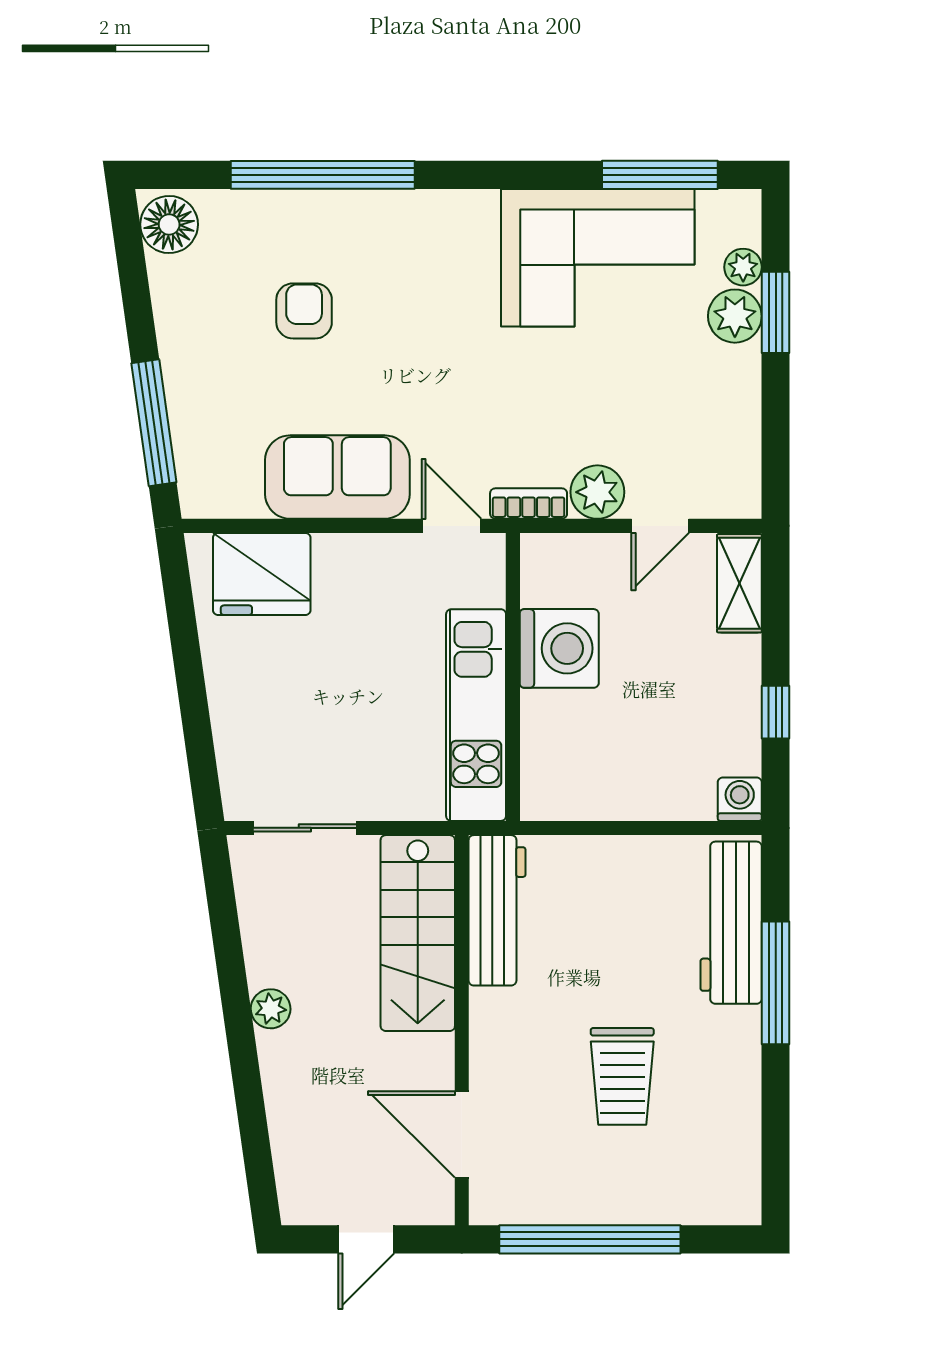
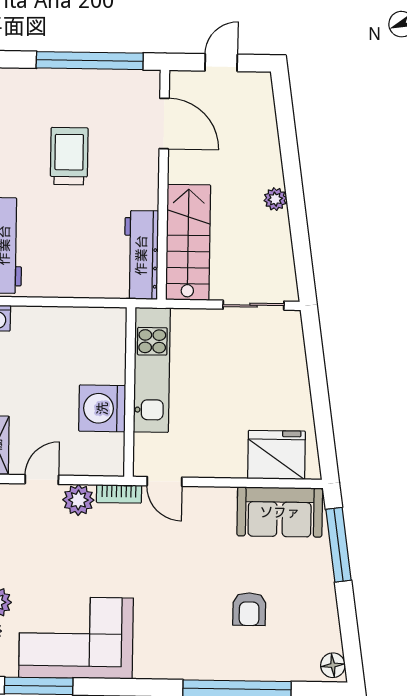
floor lamp: (169, 224) -> (333, 665), width x0.73, depth x0.73
sofa: (337, 477) -> (280, 512), moved

